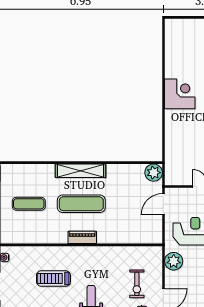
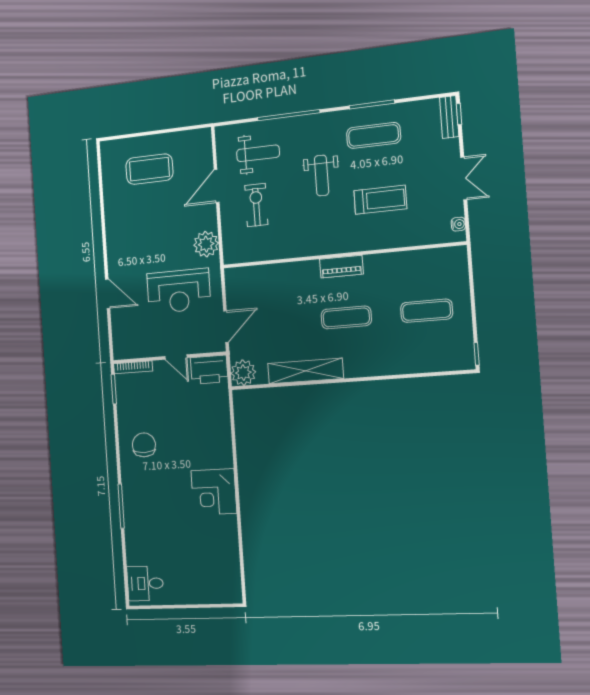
shelving: (80, 171) -> (305, 371), moved
printer: (177, 176) -> (209, 370), added
exercise mat: (81, 204) -> (346, 317), width x0.73, depth x0.69

